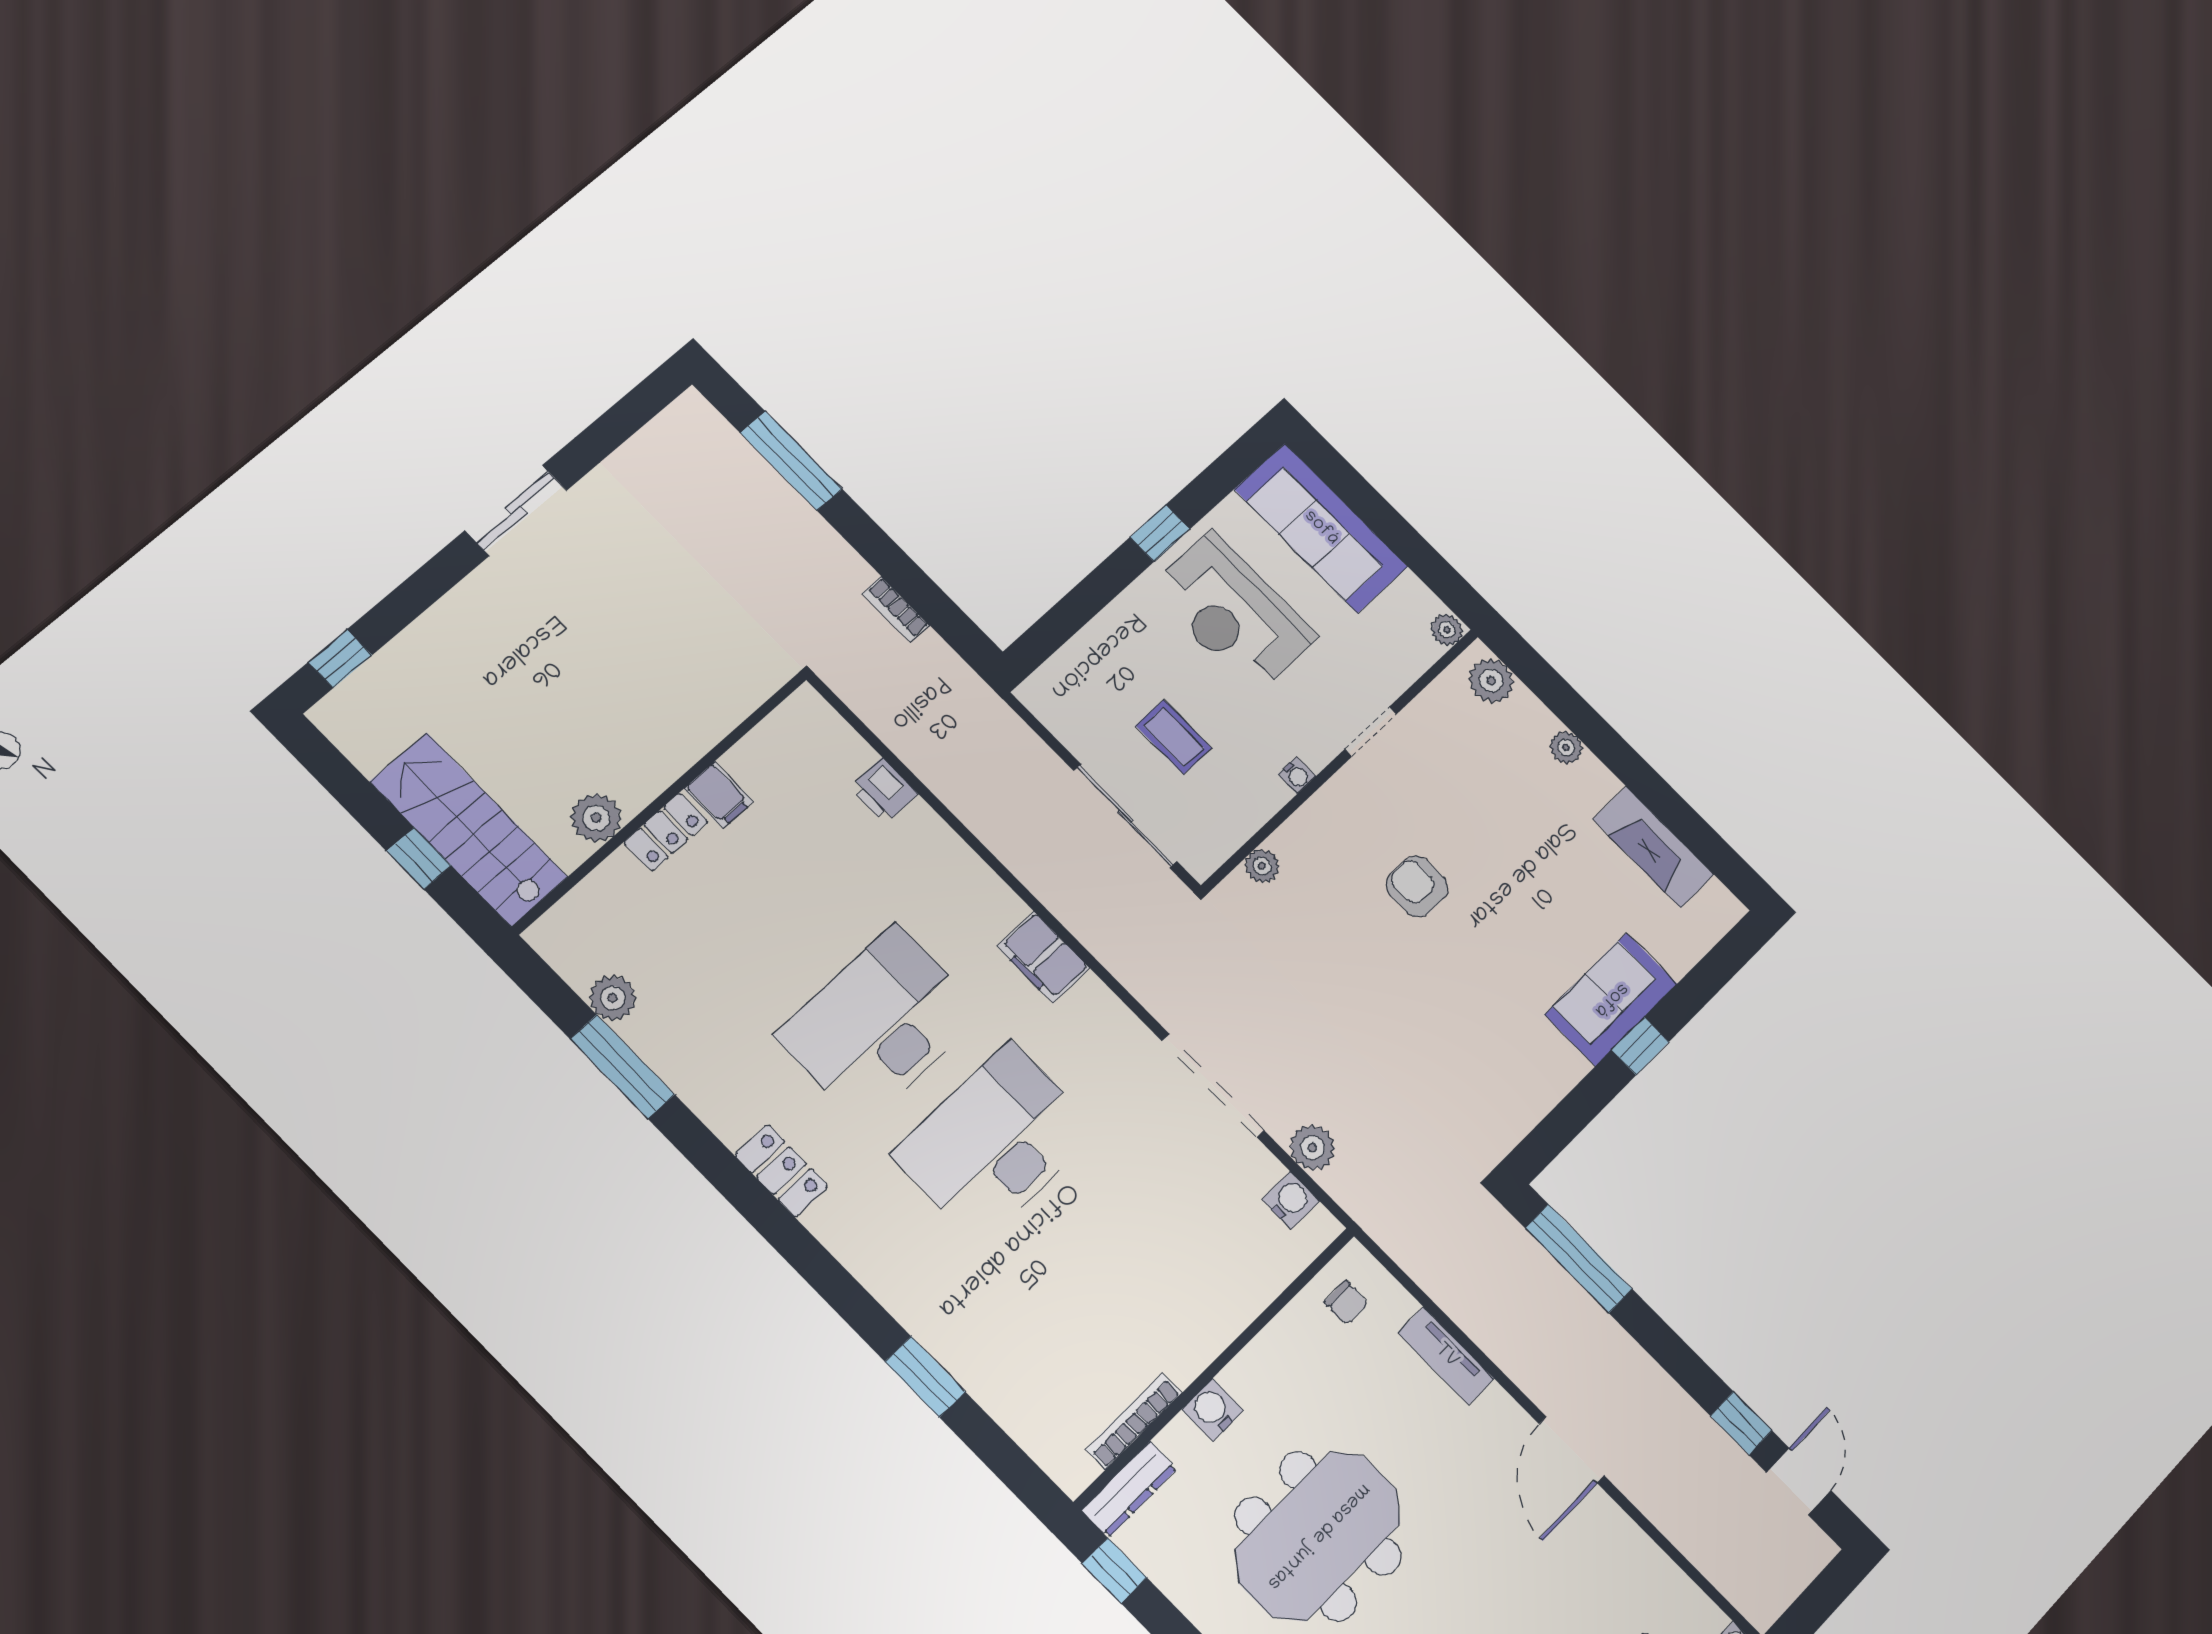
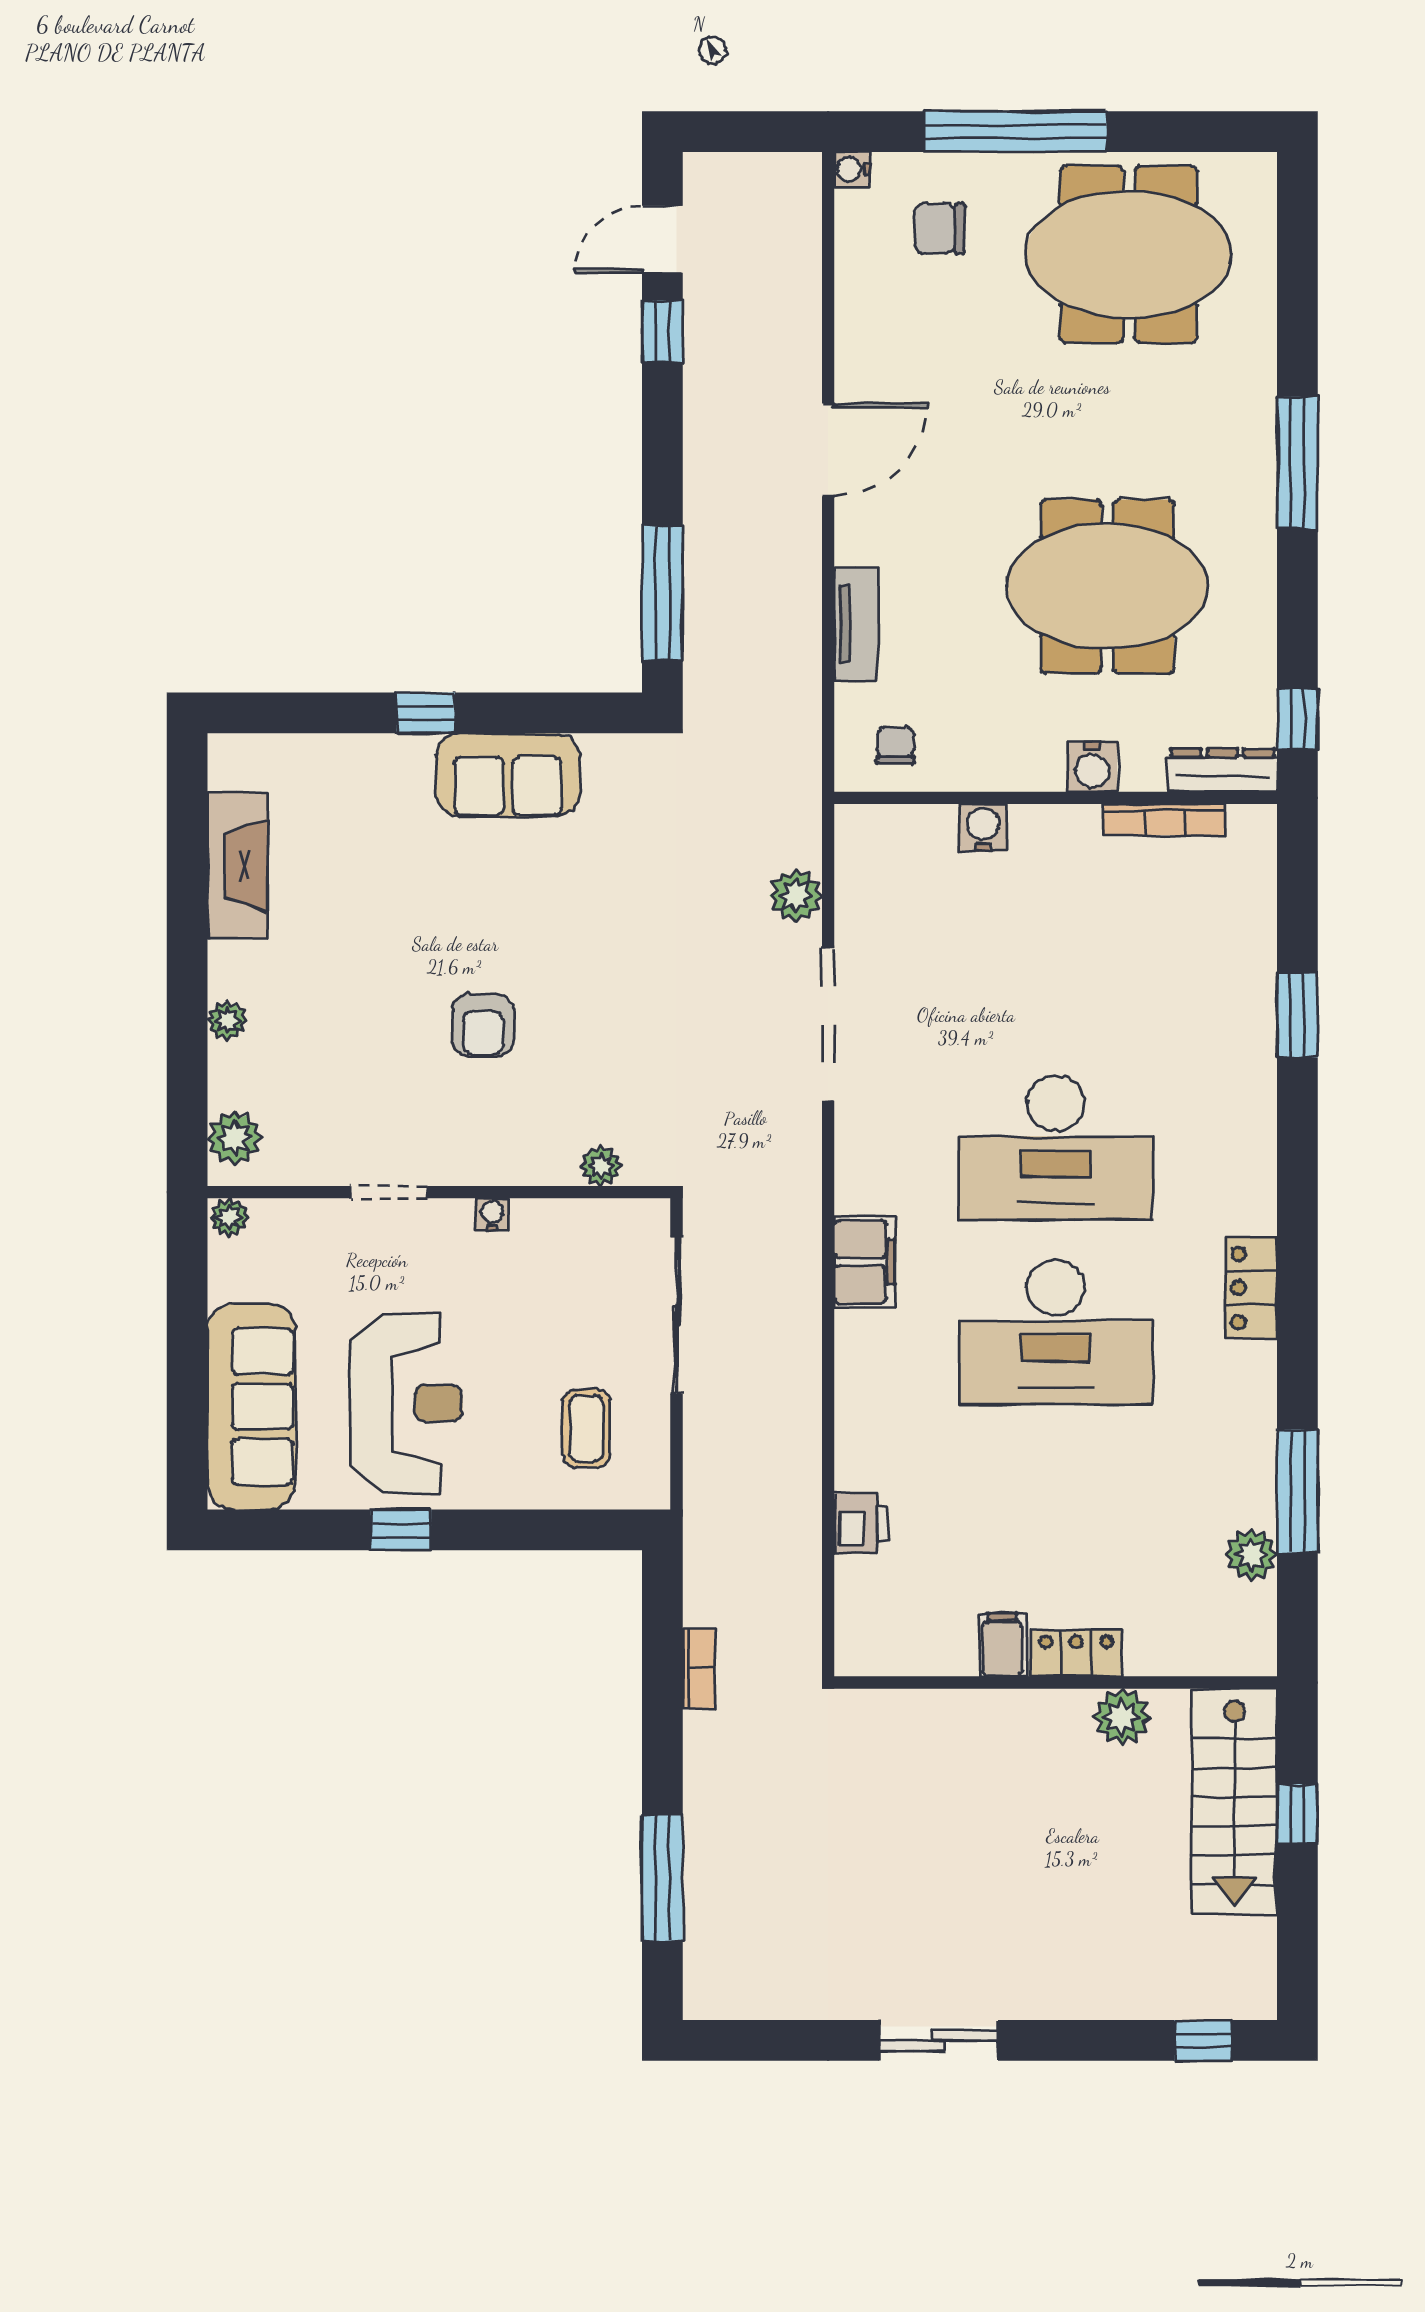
coffee table: (1174, 737) -> (586, 1429), moved
sofa: (1611, 999) -> (508, 775), moved
water cooler: (1291, 1200) -> (983, 827), moved, turned 90

